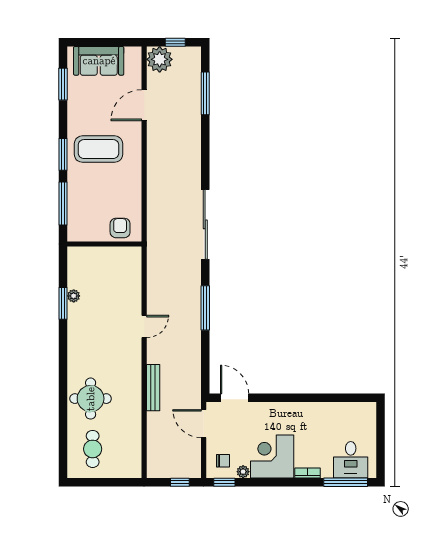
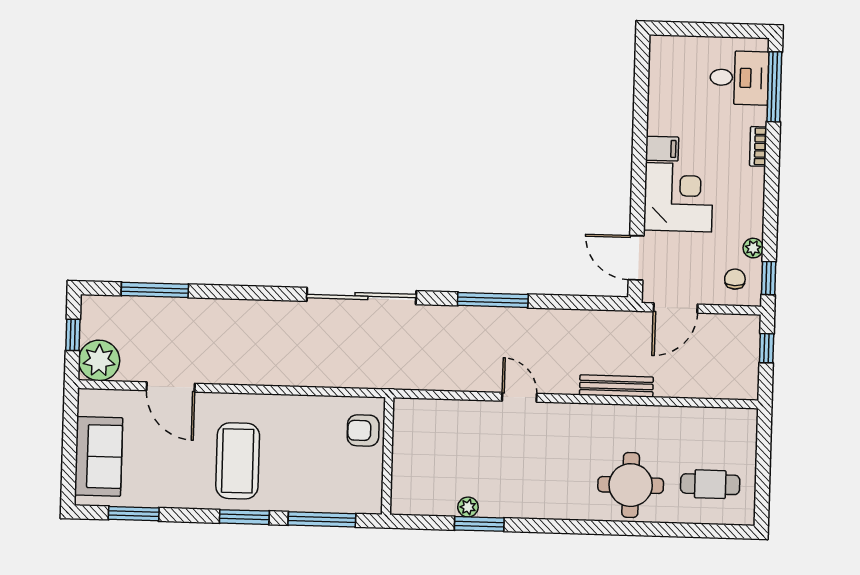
door: (235, 398) -> (636, 258), hinge flipped
filing cabinet: (304, 412) -> (662, 149), added
corner desk: (272, 456) -> (678, 197), moved, turned 180

